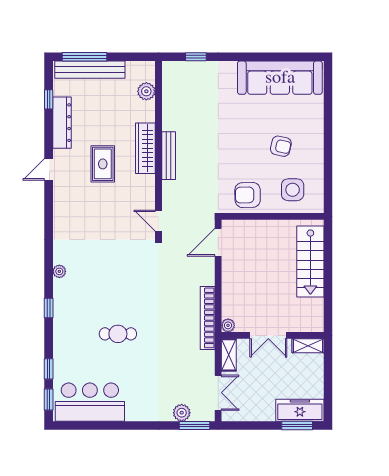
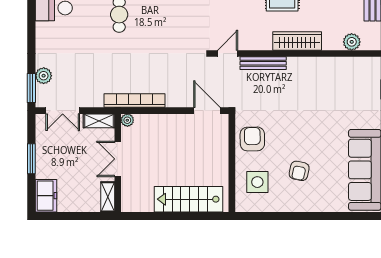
bench: (169, 156) -> (263, 63), moved
freezer: (300, 410) -> (46, 196), width x0.71
window: (297, 425) -> (31, 159), moved

